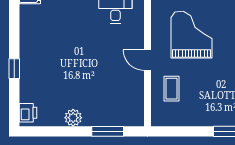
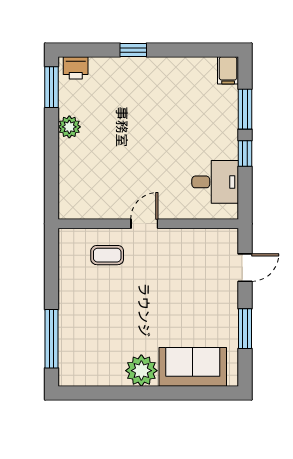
grand piano: (192, 35) -> (178, 281), removed
window: (108, 131) -> (51, 87), moved

